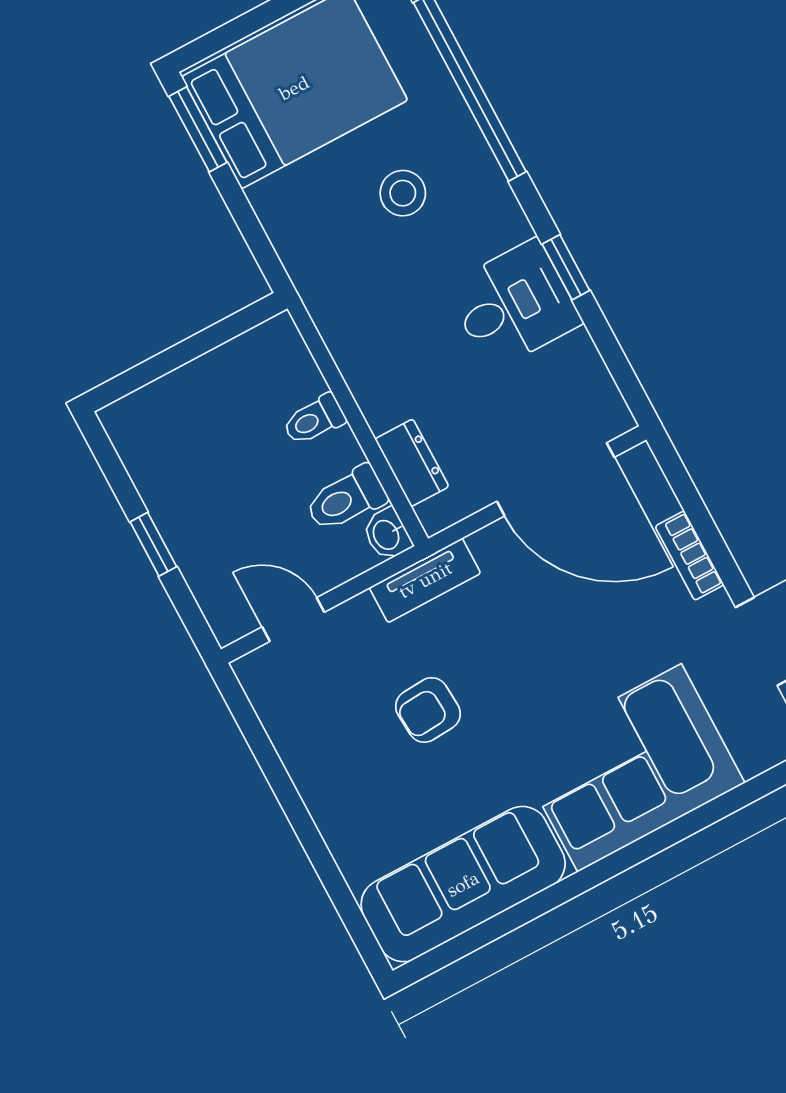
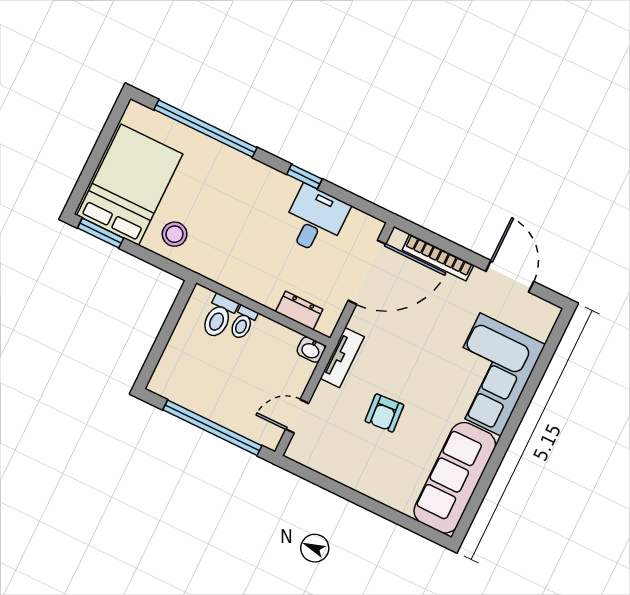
stool: (403, 193) -> (175, 234), moved
desk: (514, 305) -> (315, 220), moved
toilet: (346, 499) -> (219, 316), moved
window: (153, 544) -> (212, 428), width x3.17
bookcase: (689, 556) -> (438, 258), width x1.56

